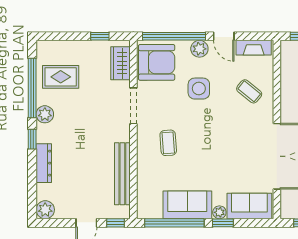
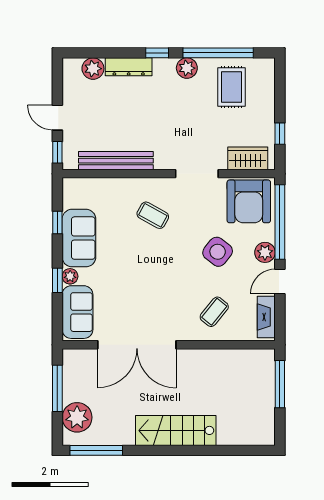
side table: (199, 89) -> (218, 252), turned 38
coffee table: (168, 143) -> (153, 215), turned 33
plant: (45, 210) -> (93, 69), moved
window: (174, 223) -> (57, 223), width x0.32

